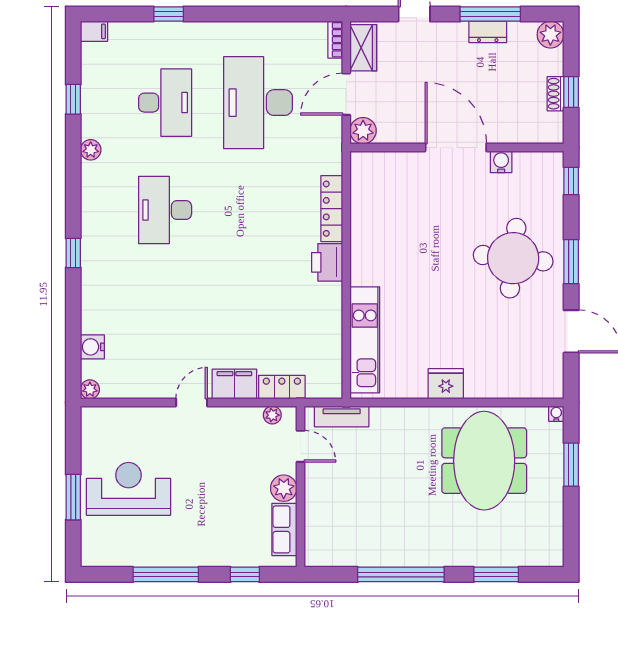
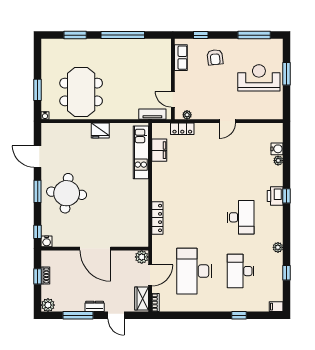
dresser: (488, 32) -> (95, 306), moved
desk: (258, 103) -> (194, 271), turned 180
water cooler: (501, 162) -> (47, 241), moved
printer: (327, 262) -> (275, 196), moved, turned 180
filing cabinet: (234, 384) -> (159, 150), moved, turned -90
plant: (90, 389) -> (278, 161), moved
plant: (284, 488) -> (181, 78), removed
reception desk: (128, 489) -> (259, 78), turned 180
armchair: (216, 530) -> (215, 57), added
window: (166, 574) -> (254, 35), moved

